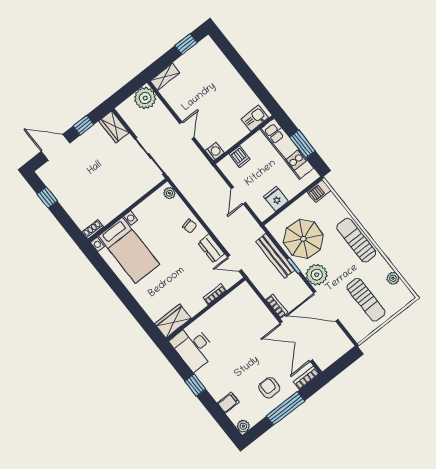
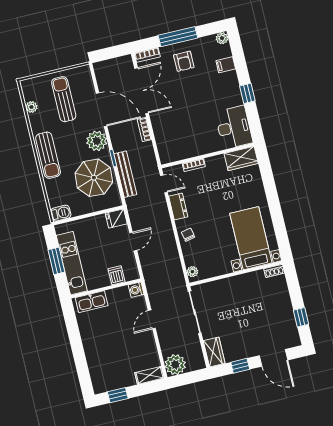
kitchen sink: (255, 118) -> (92, 302), width x1.38
fridge: (276, 199) -> (116, 219), moved, turned 90

